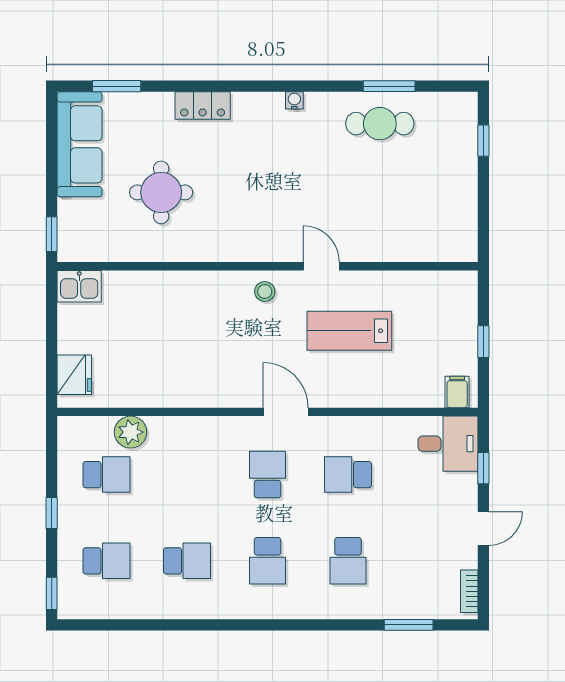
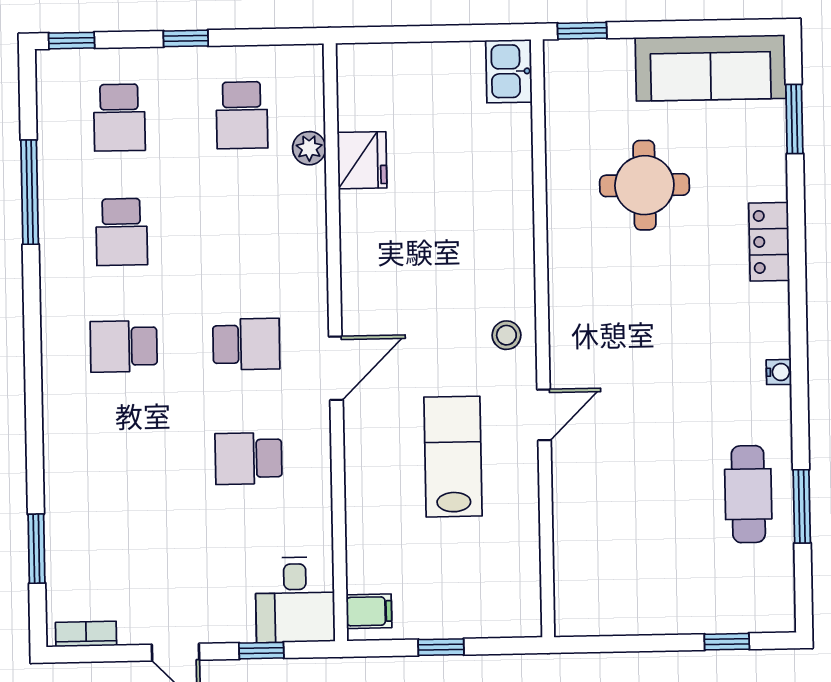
fridge: (74, 375) -> (362, 160), moved, turned -90
plant: (131, 432) -> (309, 148), width x0.73, depth x0.73
school desk: (348, 475) -> (248, 458), turned -90
school desk: (348, 561) -> (126, 461), removed
window: (158, 625) -> (30, 192), added

